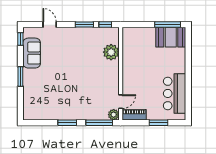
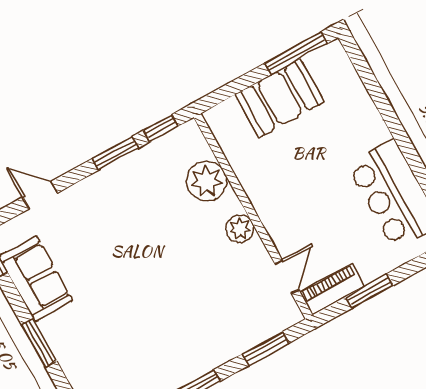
booth: (171, 37) -> (280, 98), moved
plant: (114, 115) -> (240, 229), moved
window: (99, 123) -> (266, 348), width x0.69
window: (159, 123) -> (369, 291), moved

